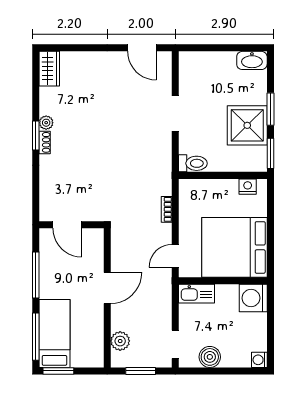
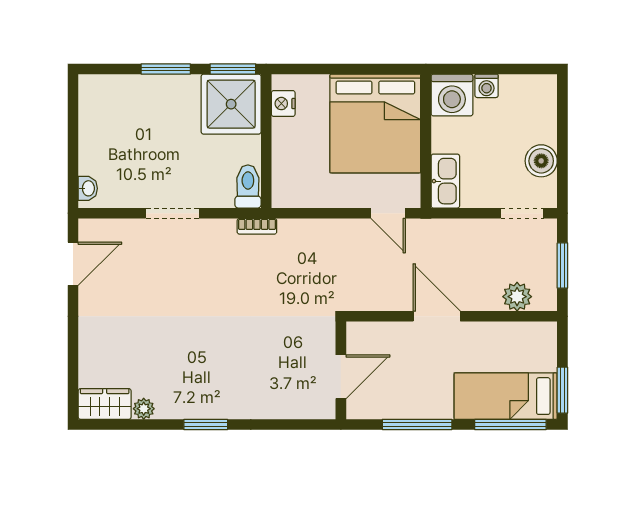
washbasin: (252, 60) -> (88, 188), moved, width x0.52, depth x0.69
plant: (46, 123) -> (144, 409), moved
shower: (247, 125) -> (231, 104), moved
shoe rack: (45, 142) -> (216, 411), removed
bookcase: (167, 209) -> (257, 226), moved
washing machine: (259, 360) -> (487, 86), moved

